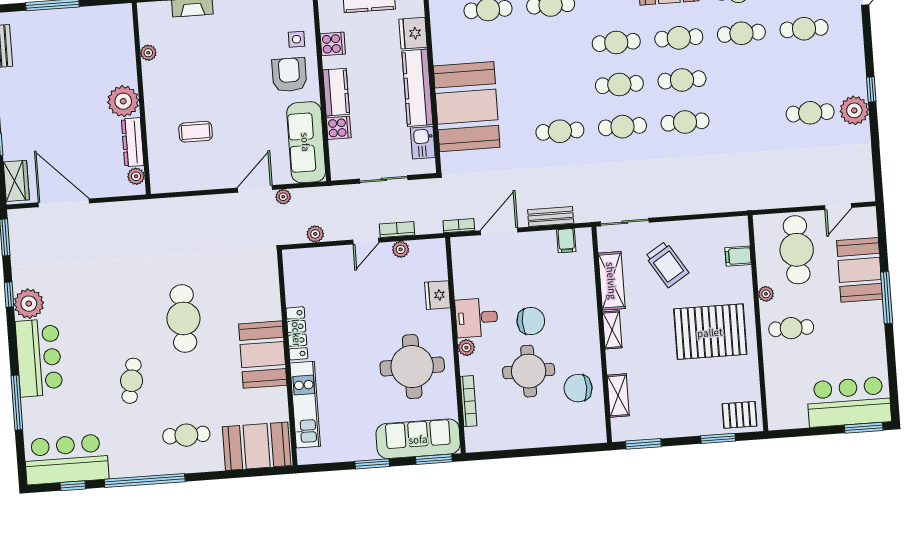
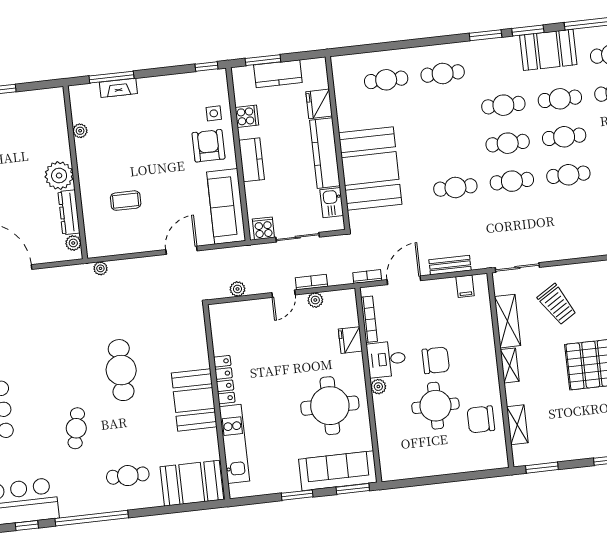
cooker: (339, 128) -> (263, 228), moved, turned -90
plant: (283, 197) -> (100, 268), moved
bookcase: (468, 401) -> (369, 319), moved

